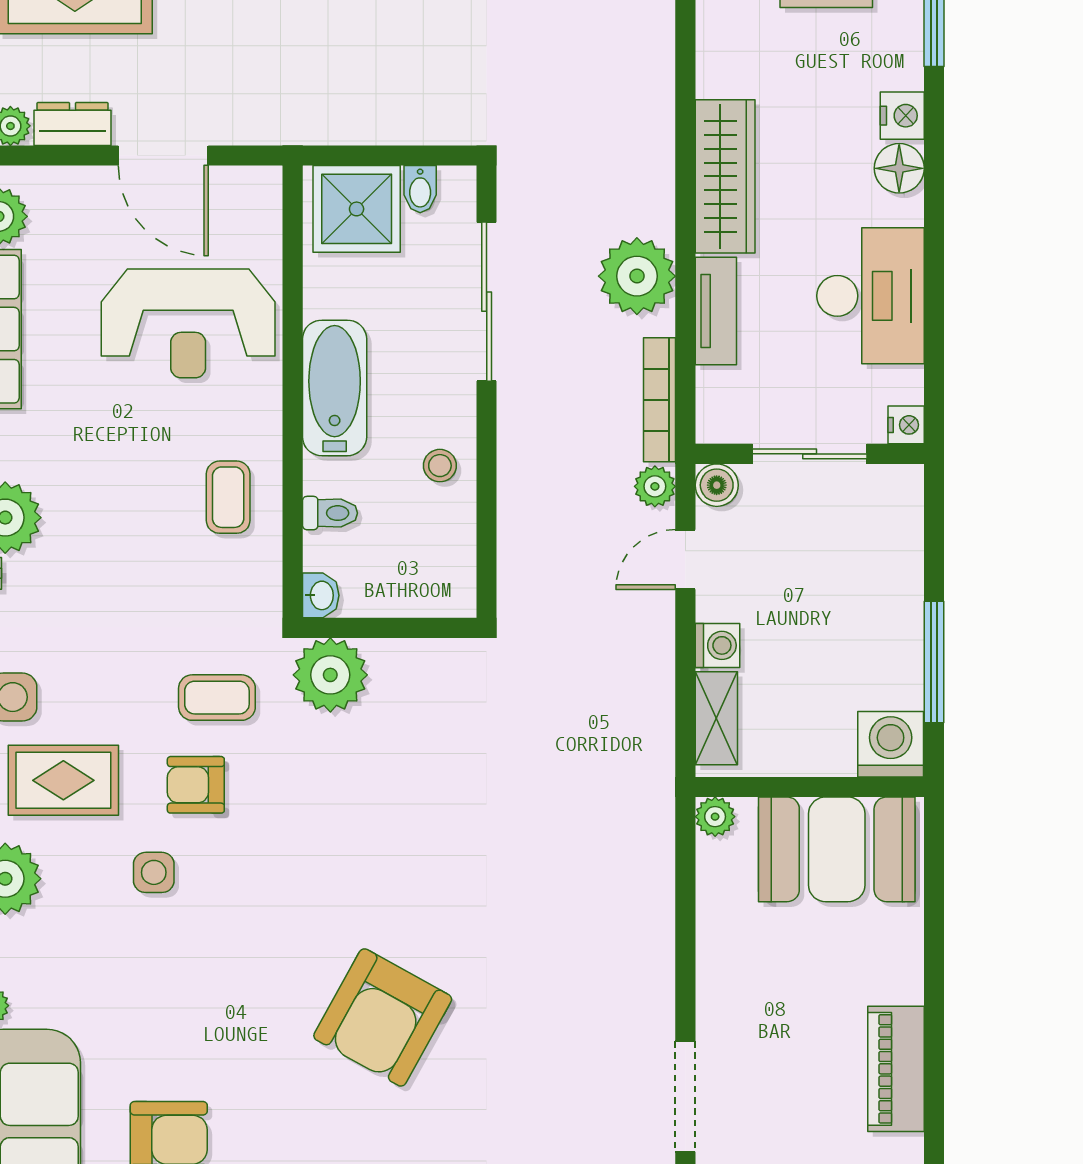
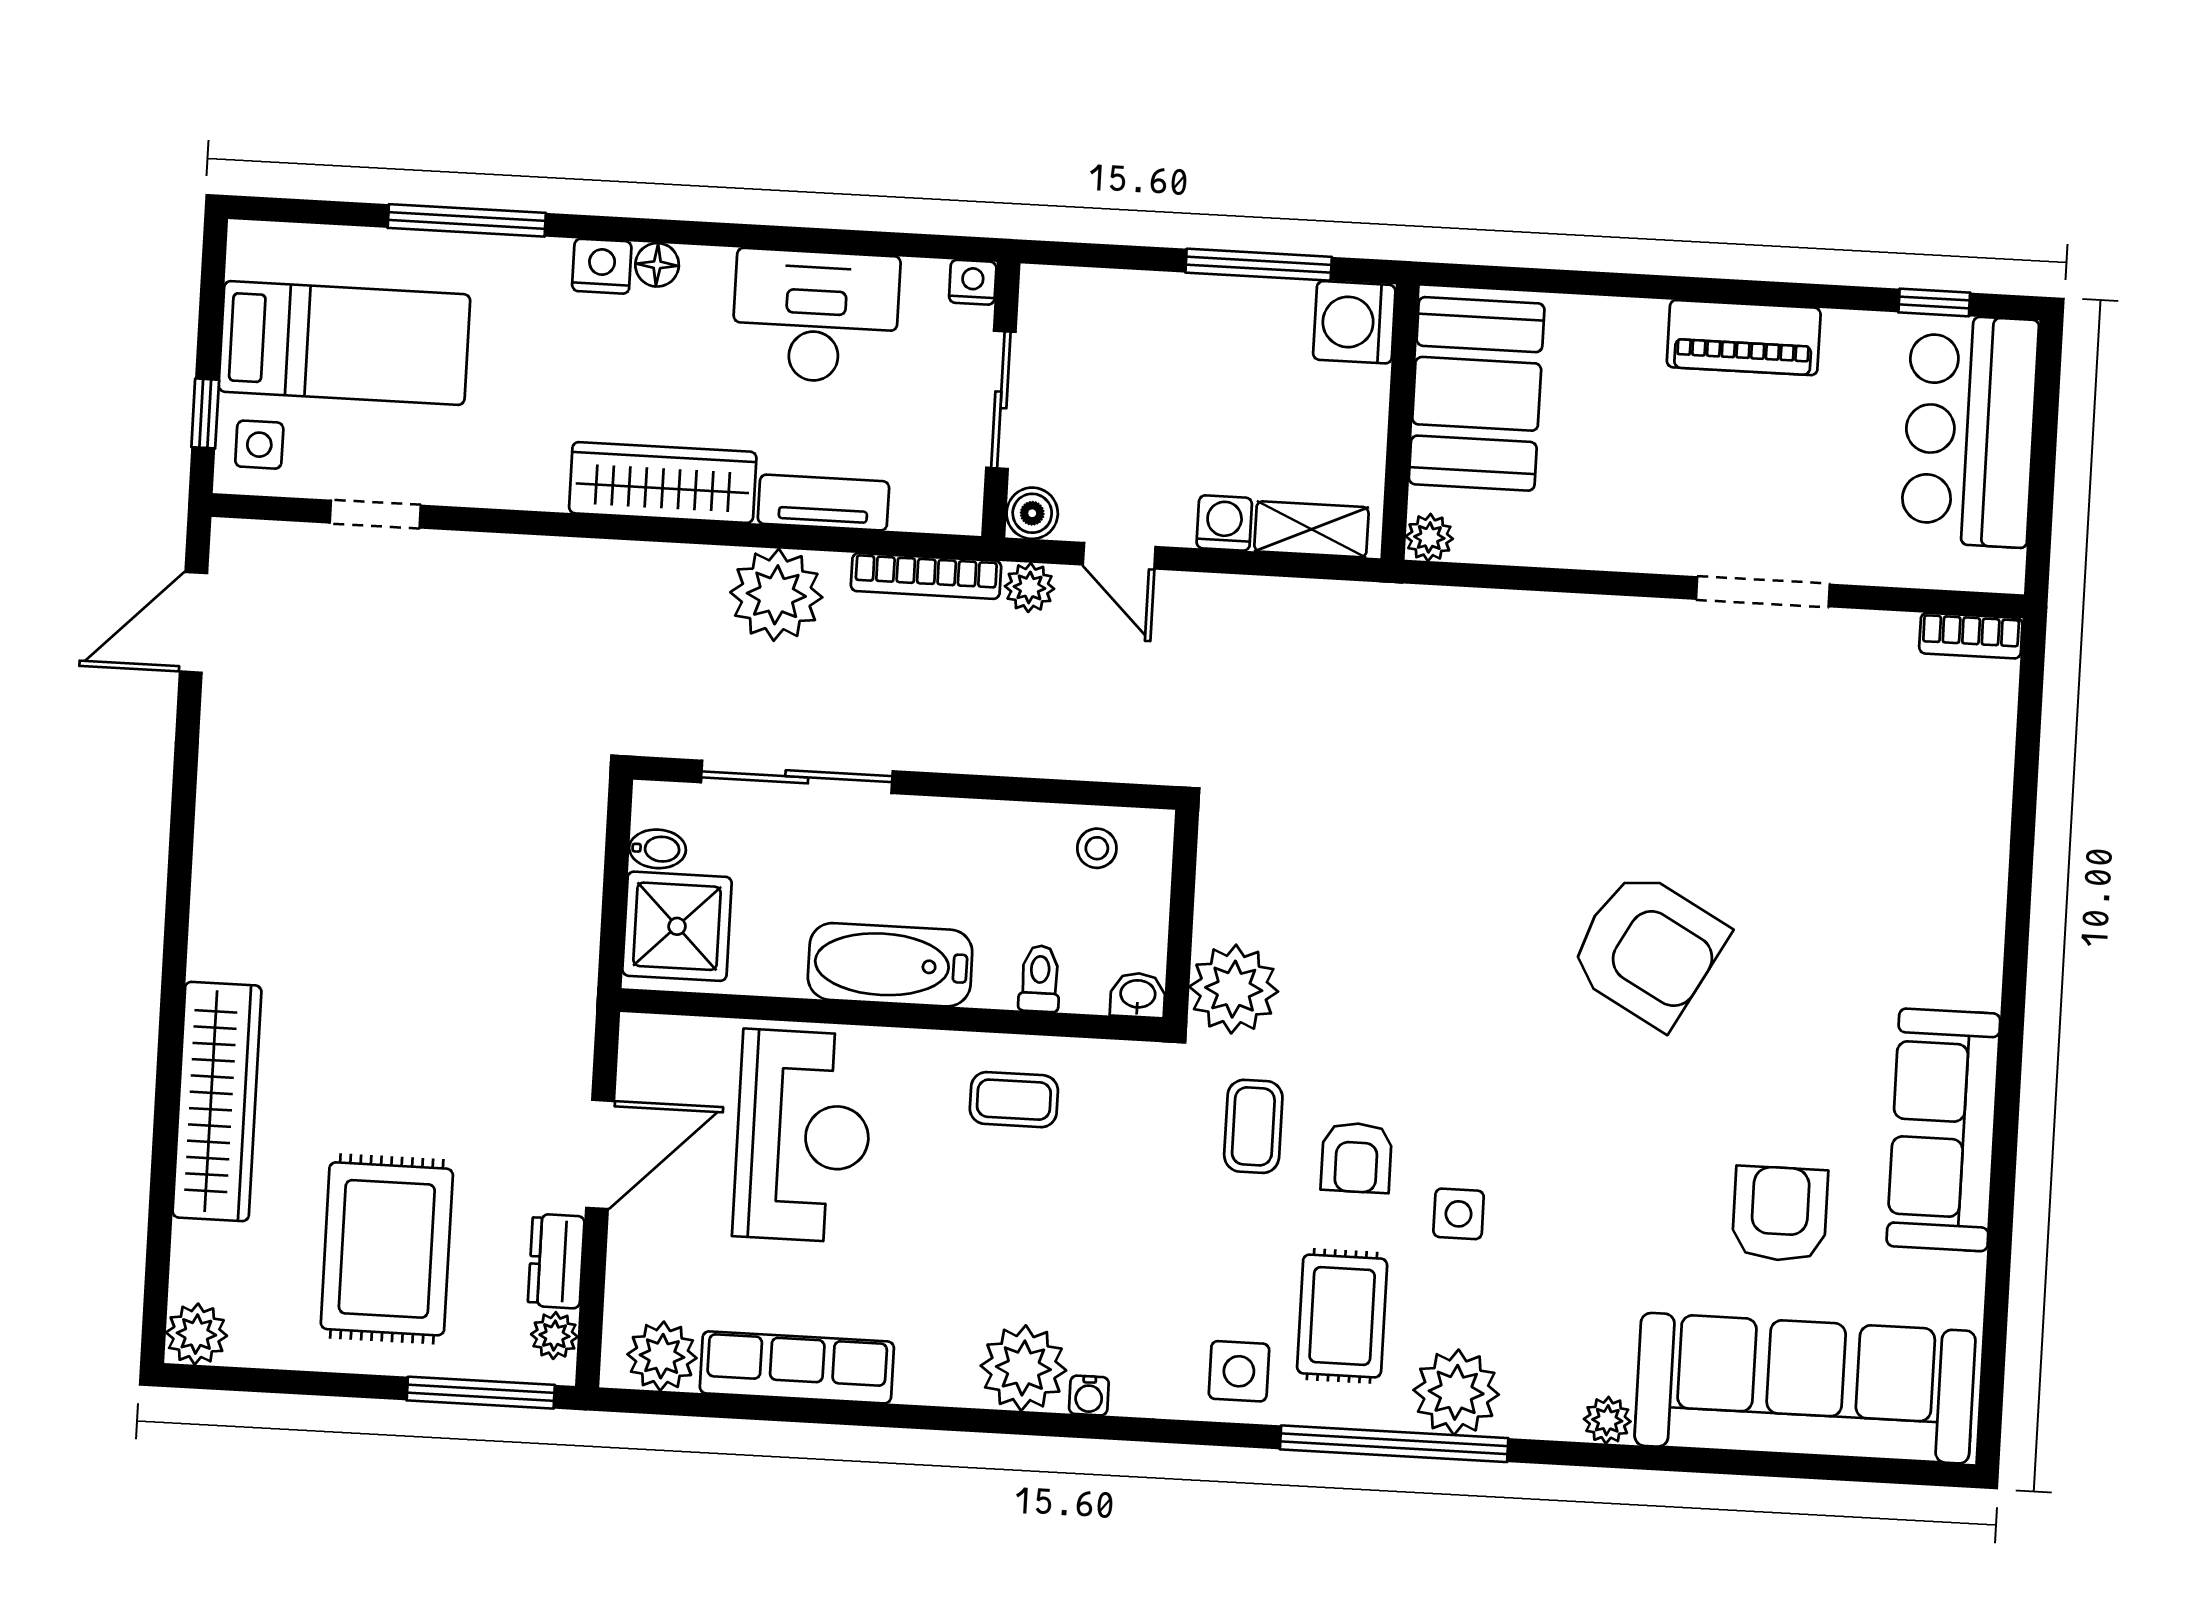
floor lamp: (899, 168) -> (657, 265), width x0.73, depth x0.73
stool: (440, 466) -> (1097, 848), moved

